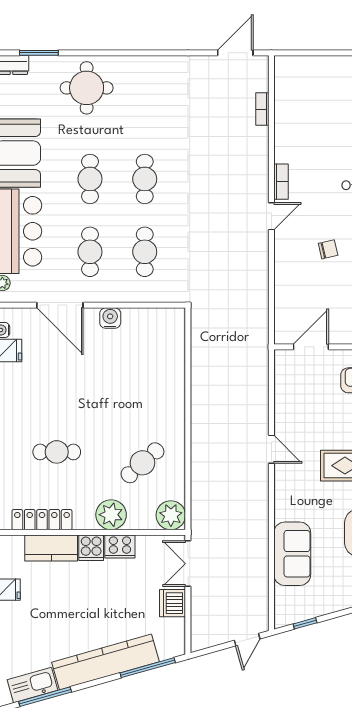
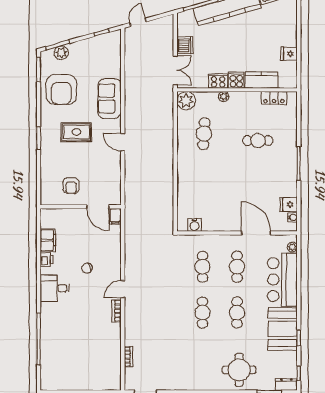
water cooler: (110, 318) -> (195, 225), moved
filing cabinet: (283, 332) -> (115, 216), added
door: (311, 347) -> (98, 207), hinge flipped
cafe table: (142, 463) -> (204, 134), turned -44
plant: (111, 515) -> (224, 97), width x0.53, depth x0.53
locker: (42, 520) -> (274, 98), width x0.66
sofa: (292, 554) -> (110, 99), moved

